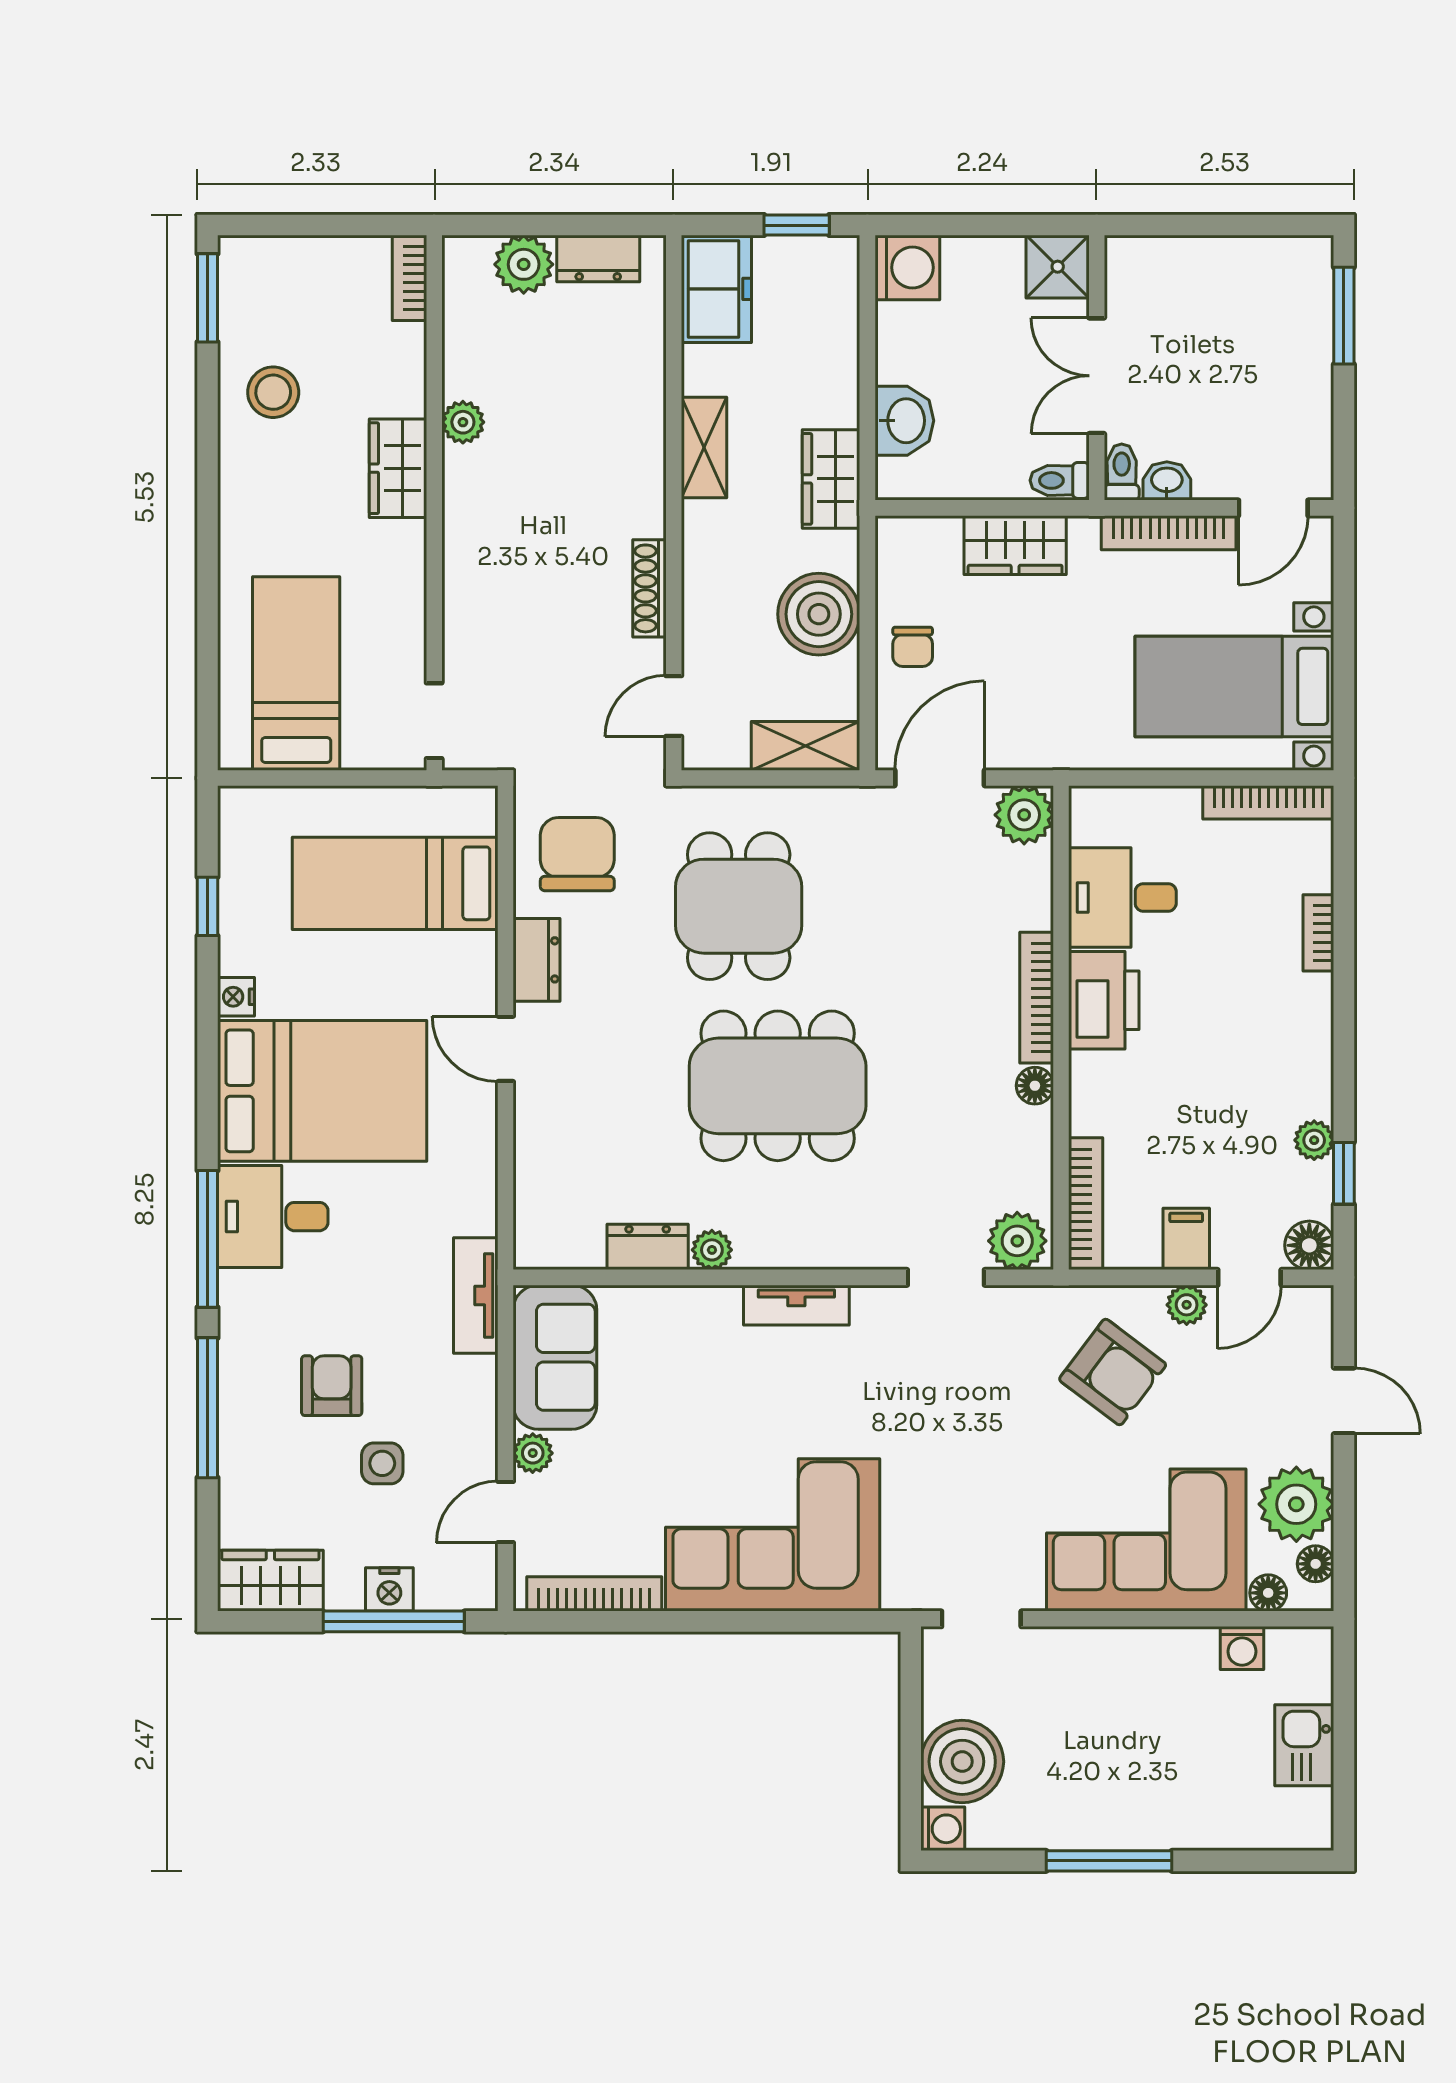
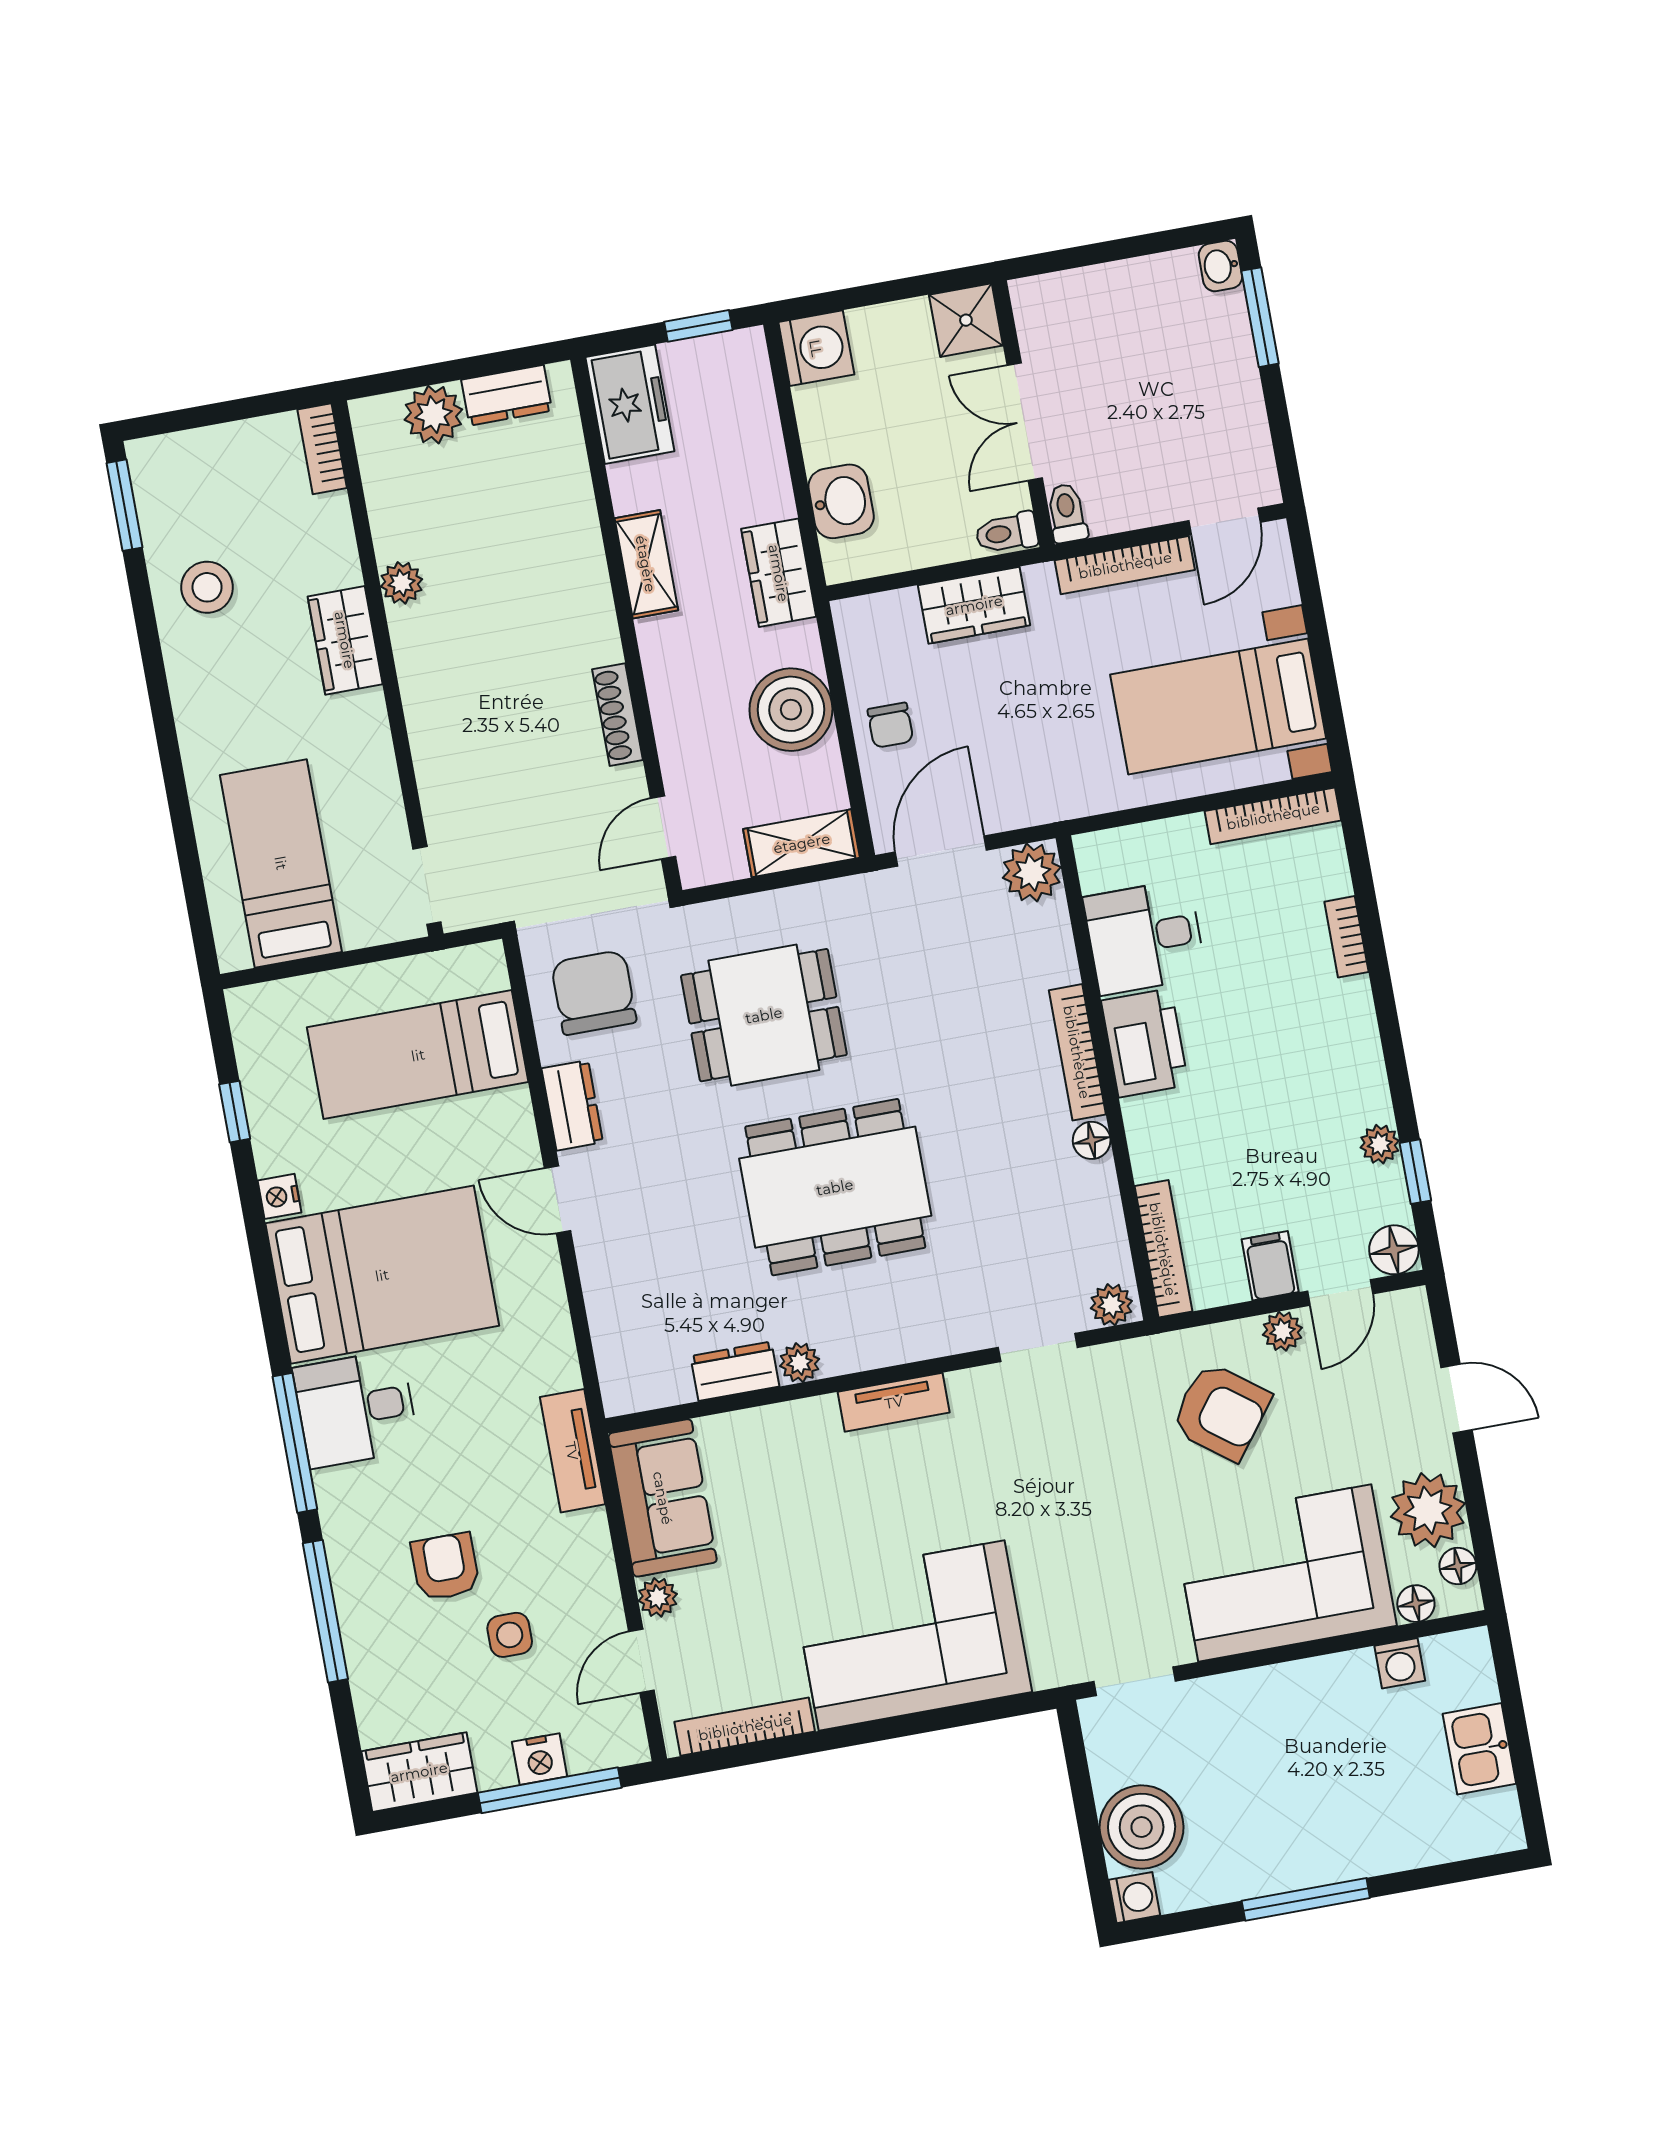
washbasin: (1167, 481) -> (1220, 266), moved, turned -90
dining table: (739, 906) -> (764, 1015), turned 90
plant: (1017, 1241) -> (1111, 1305), width x0.73, depth x0.73

